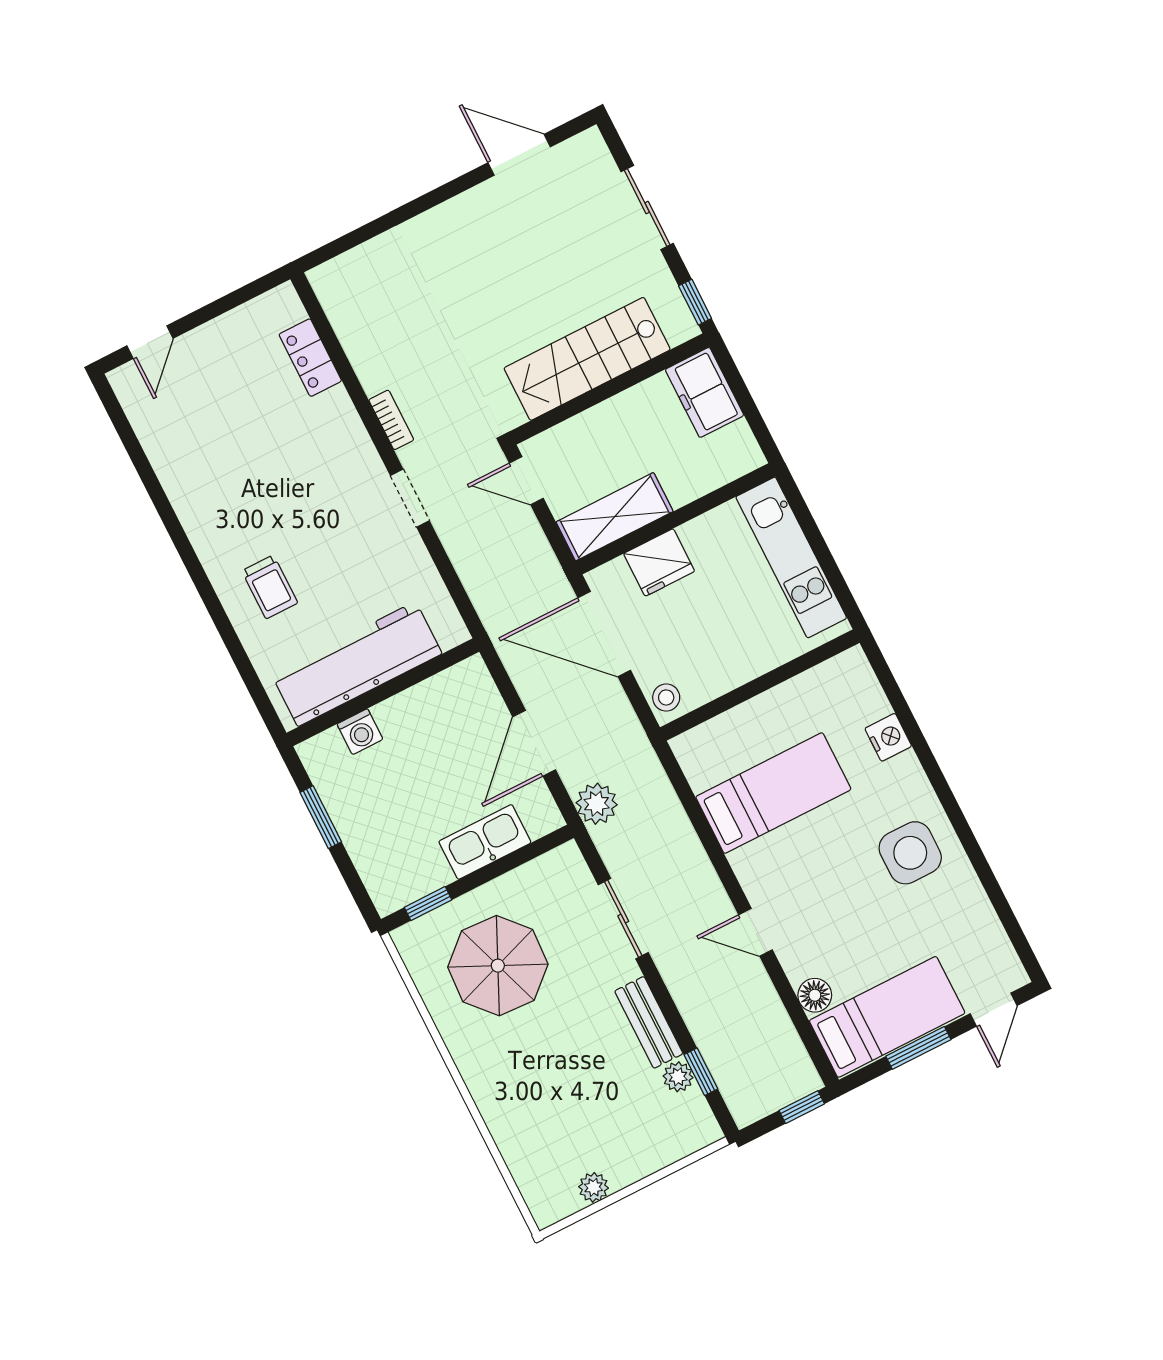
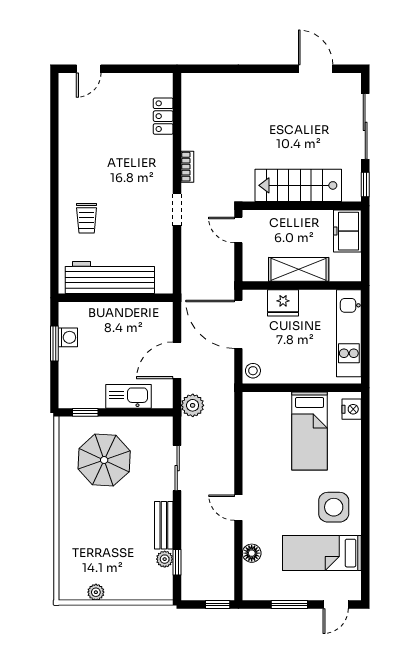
sliding door: (647, 208) -> (365, 126), width x1.37
shelving: (615, 517) -> (299, 269), moved
washing machine: (360, 732) -> (68, 337), moved, turned -90
nightstand: (888, 737) -> (352, 409), moved
bed: (773, 793) -> (310, 431), moved, turned 90
bed: (887, 1017) -> (322, 553), moved, turned 180

